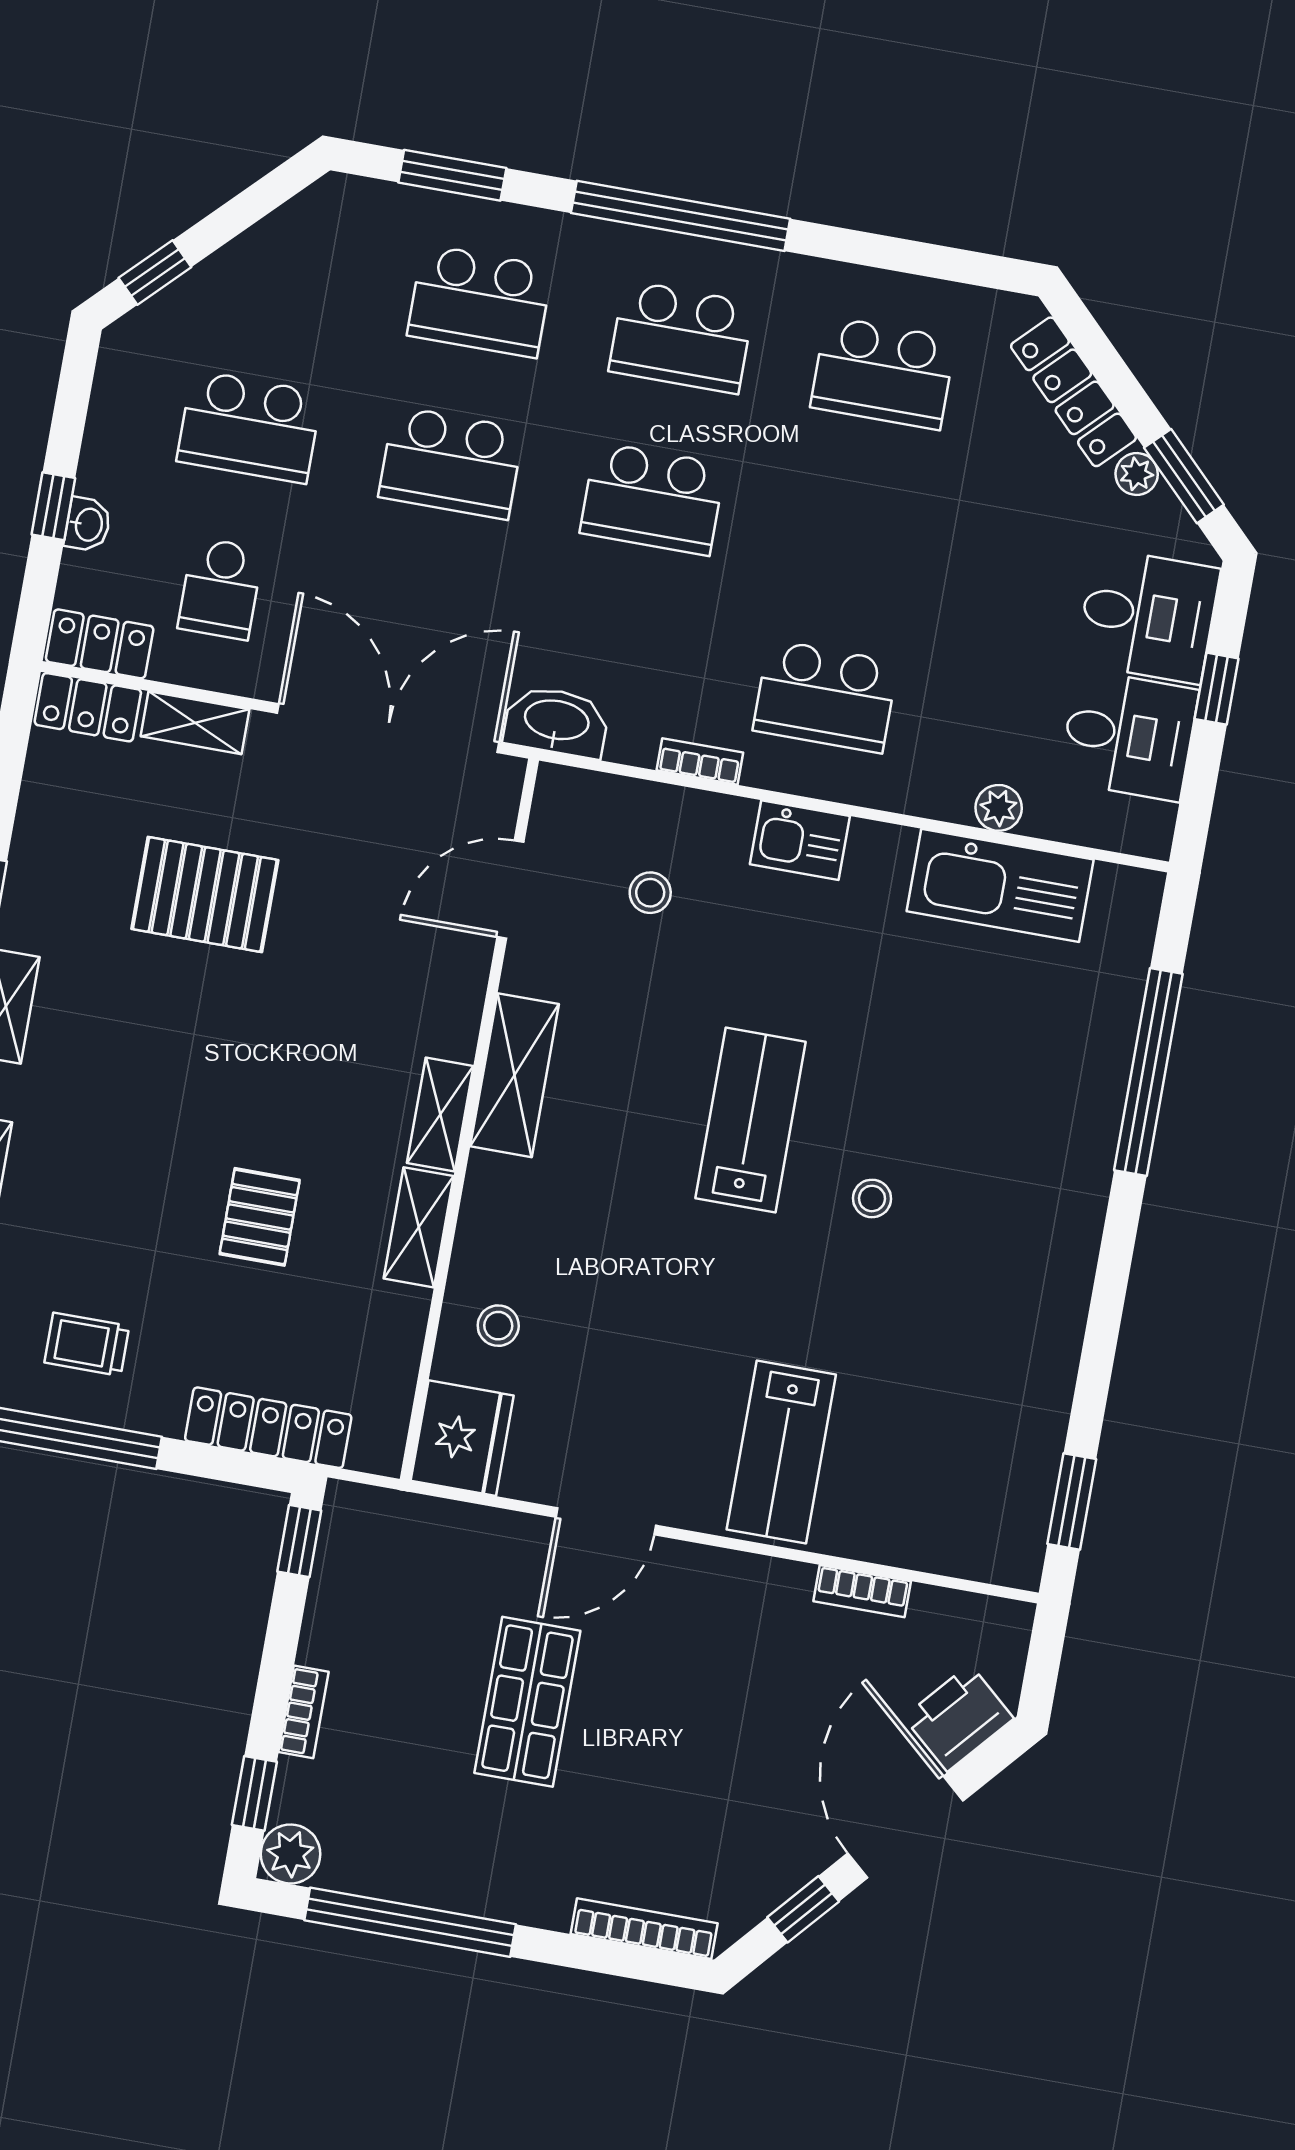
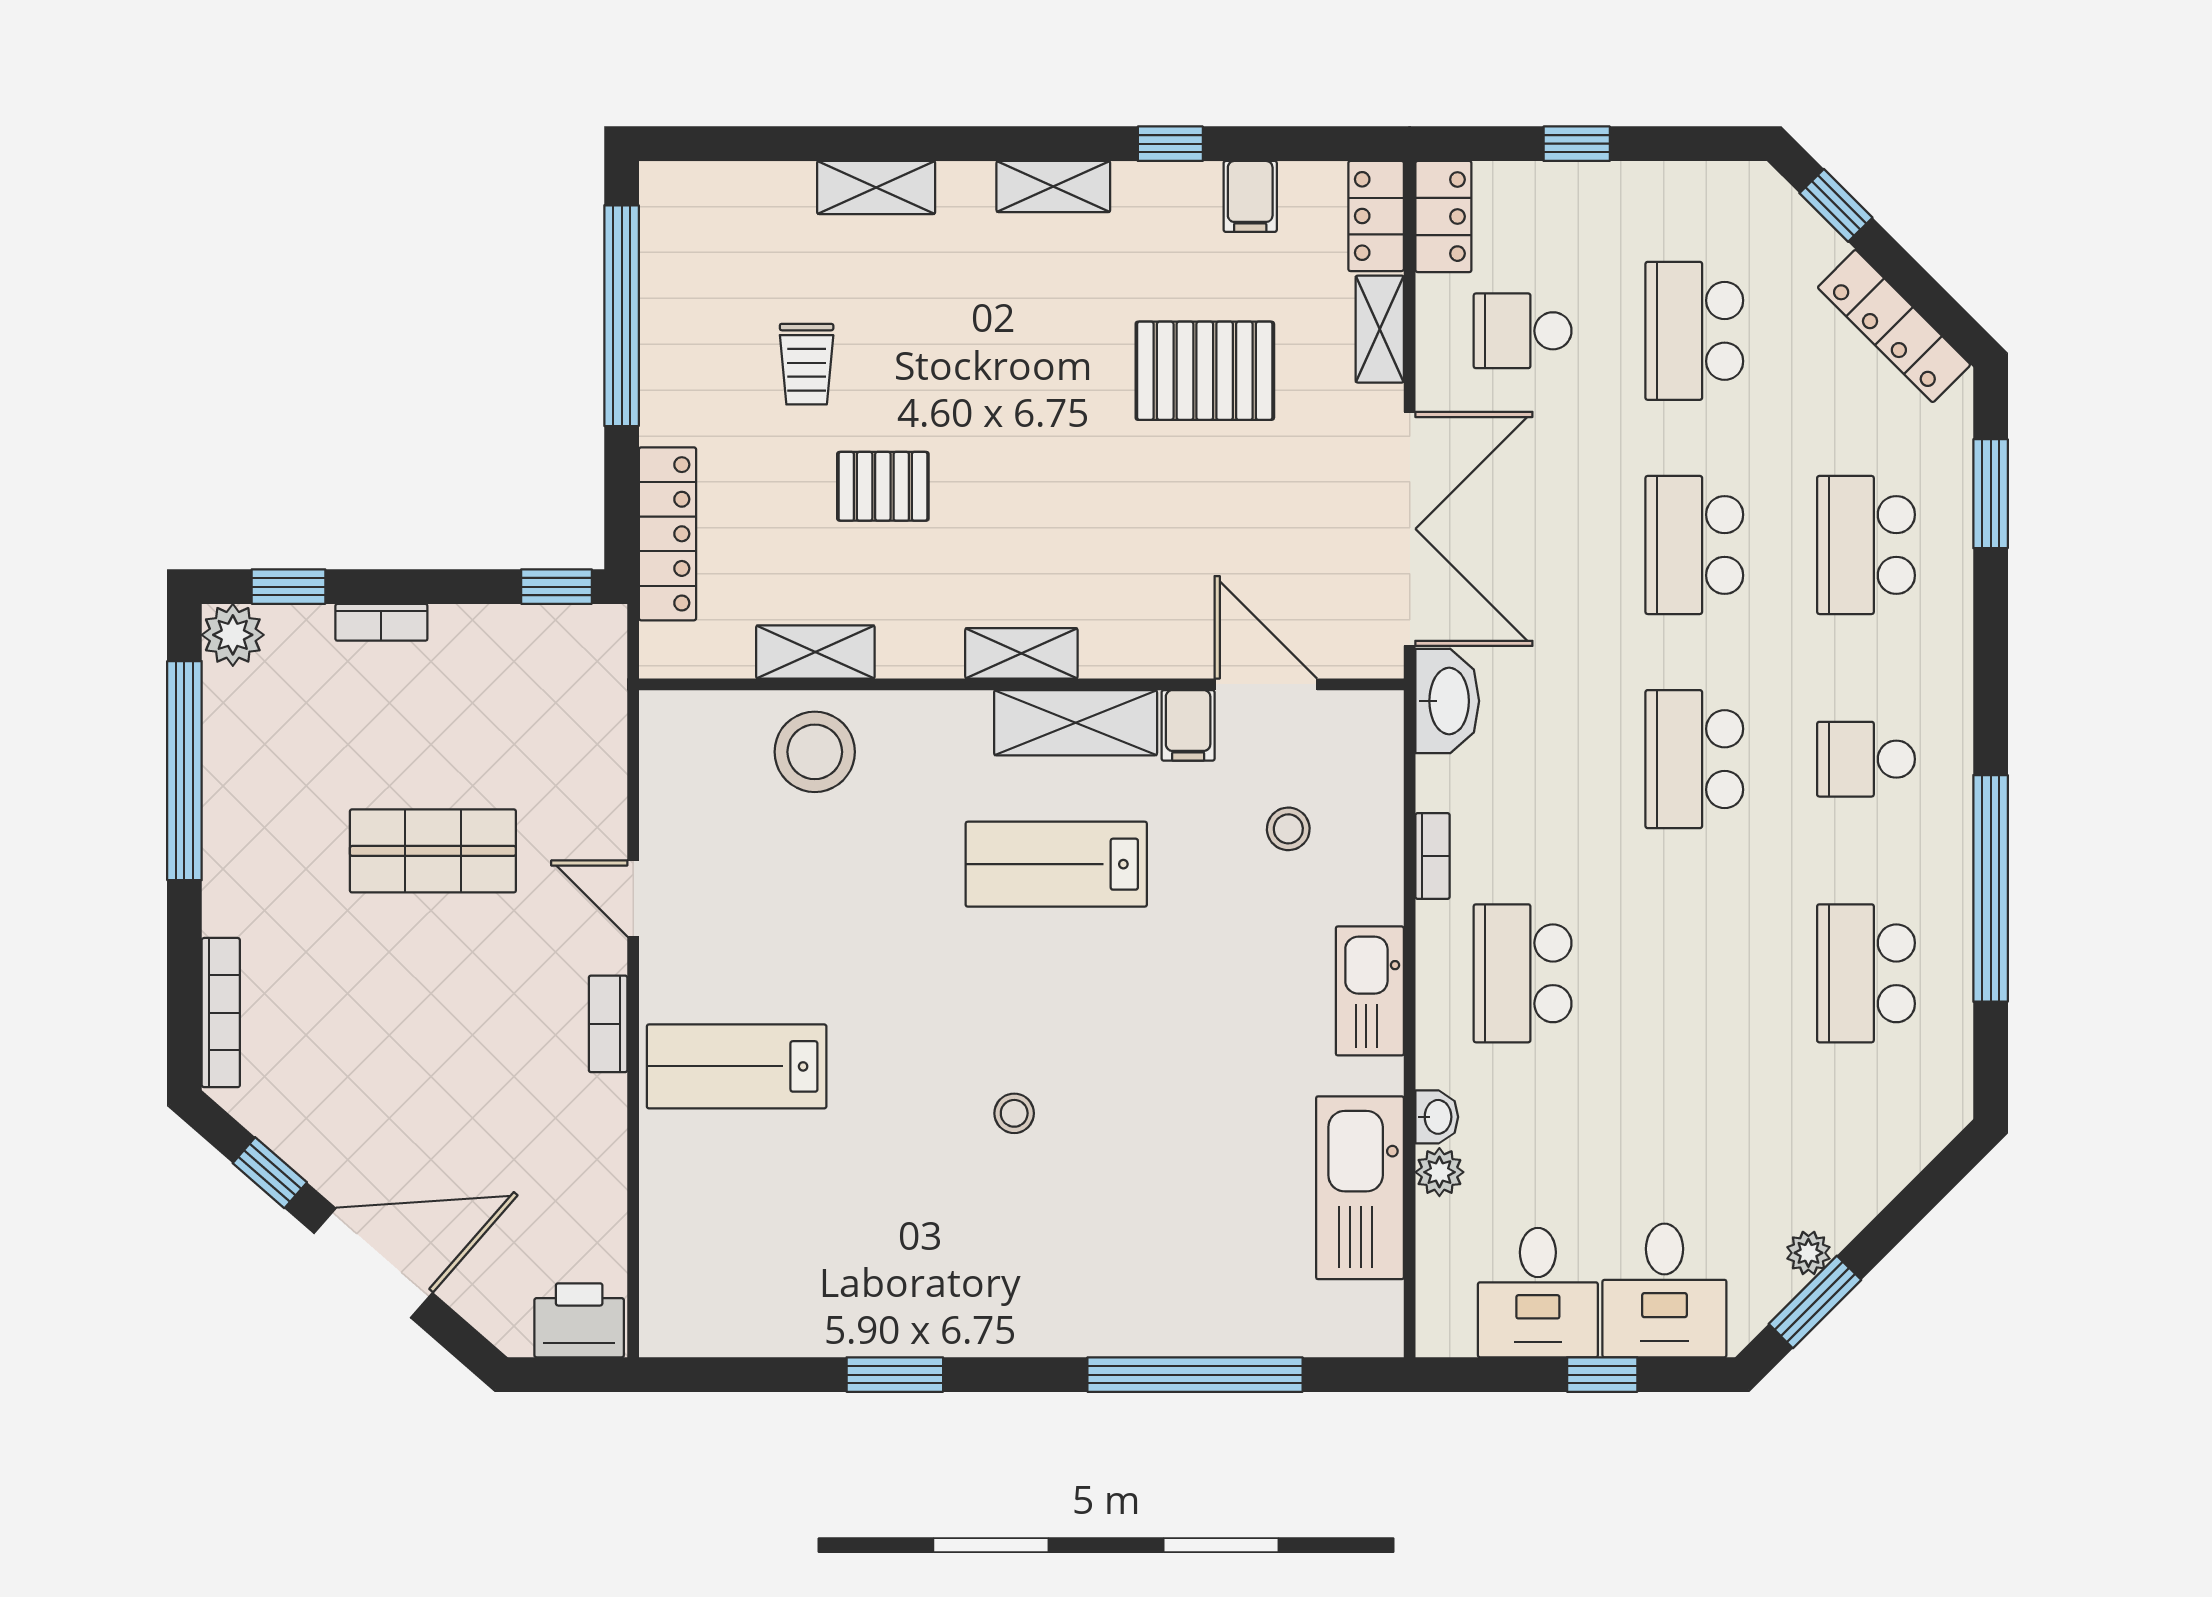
window: (681, 216) -> (1991, 888), moved
school desk: (681, 337) -> (1866, 759), width x0.54
locker: (1073, 392) -> (1894, 326), moved, turned -90
washbasin: (88, 524) -> (1437, 1117), moved, turned -90
filing cabinet: (48, 822) -> (1250, 196), added
kitchen sink: (800, 840) -> (1370, 991), width x1.38
pallet: (205, 894) -> (1205, 371), turned 90
filing cabinet: (536, 970) -> (1188, 725), added
lab bench: (751, 1120) -> (1056, 864), moved, turned 180
shelving: (419, 1227) -> (815, 652), moved
stool: (498, 1326) -> (815, 752), width x1.89, depth x1.89
trolley: (87, 1344) -> (807, 364), moved, turned 180
fridge: (462, 1438) -> (692, 735), removed
window: (1072, 1502) -> (895, 1375), moved
door: (606, 1521) -> (633, 898), width x0.73
bookcase: (862, 1591) -> (608, 1024), moved
printer: (959, 1718) -> (579, 1320), moved, turned -41

